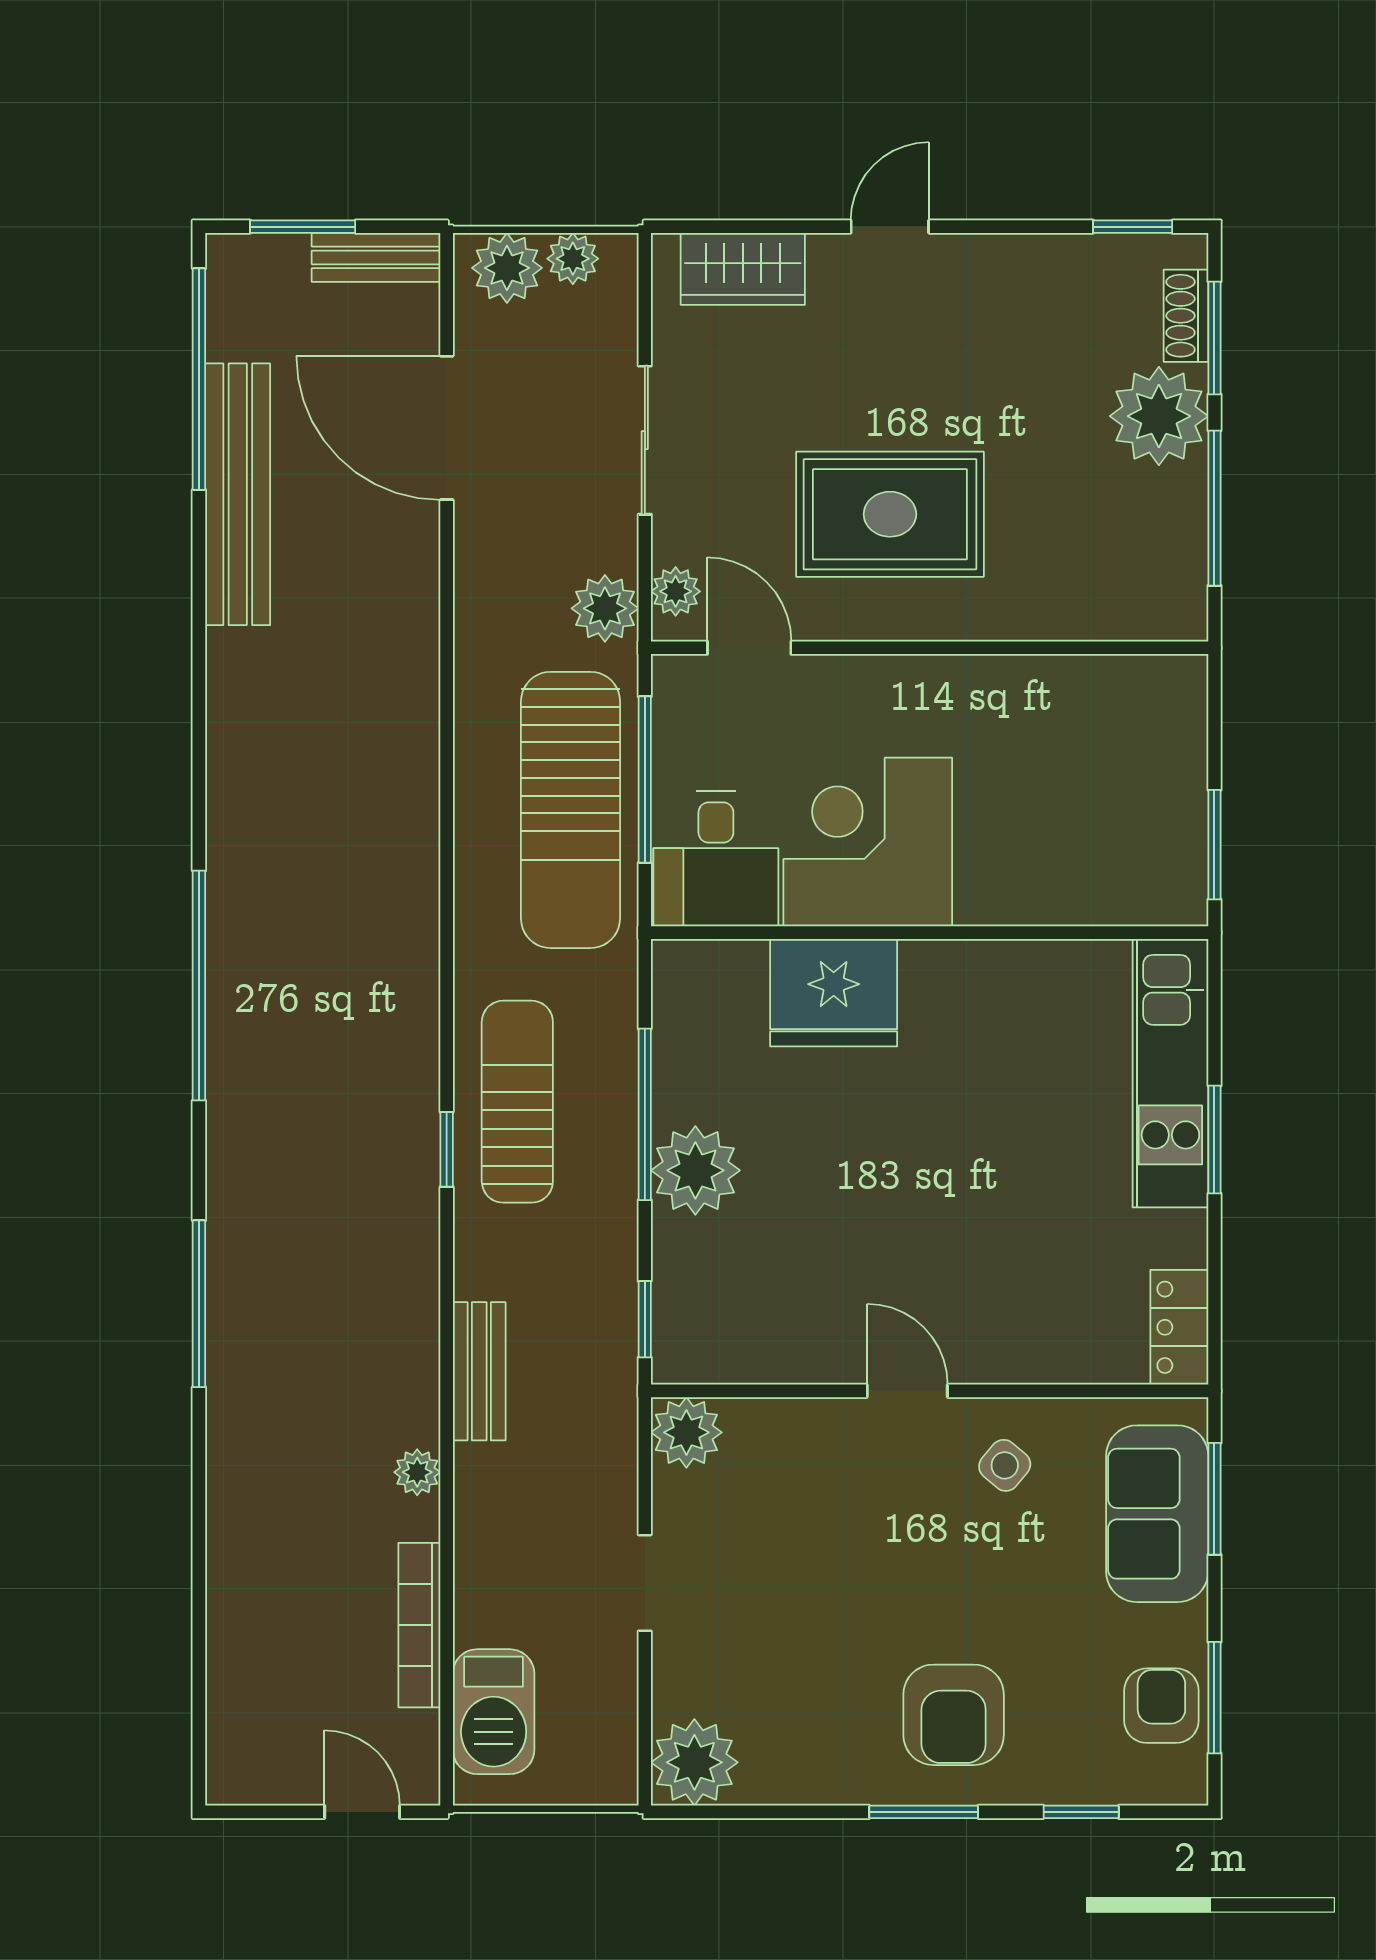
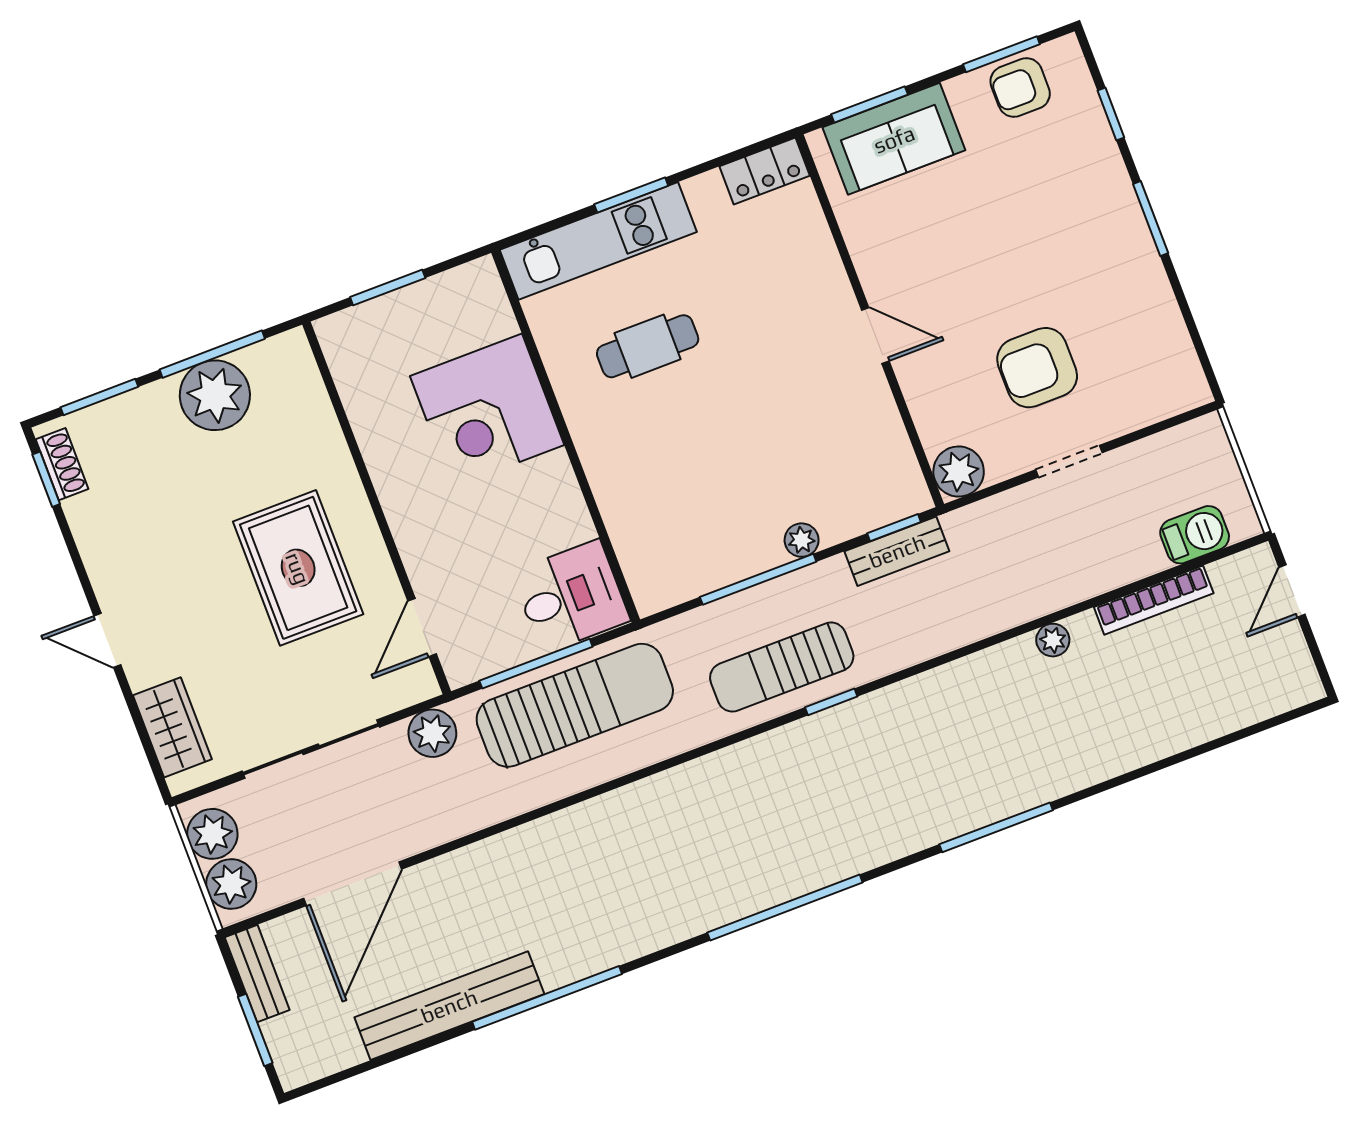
plant: (573, 259) -> (212, 834), width x1.38, depth x1.38
shoe rack: (1186, 316) -> (62, 464), moved, turned -90
window: (199, 379) -> (547, 998), moved
plant: (1159, 416) -> (215, 395), moved
sliding door: (645, 440) -> (311, 749), width x1.37
plant: (676, 591) -> (403, 691), removed
corner desk: (868, 842) -> (487, 410), moved
window: (1214, 845) -> (388, 287), moved
fridge: (834, 993) -> (630, 485), removed
cafe table: (1007, 1085) -> (648, 346), added
plant: (695, 1170) -> (802, 540), width x0.53, depth x0.53
bench: (479, 1371) -> (897, 551), moved
door: (907, 1391) -> (875, 336), swing flipped
side table: (1005, 1465) -> (900, 252), removed
barbecue: (494, 1712) -> (1195, 535), width x0.73, depth x0.79
armchair: (954, 1715) -> (1037, 368), moved, turned 180
plant: (694, 1762) -> (1175, 383), removed

